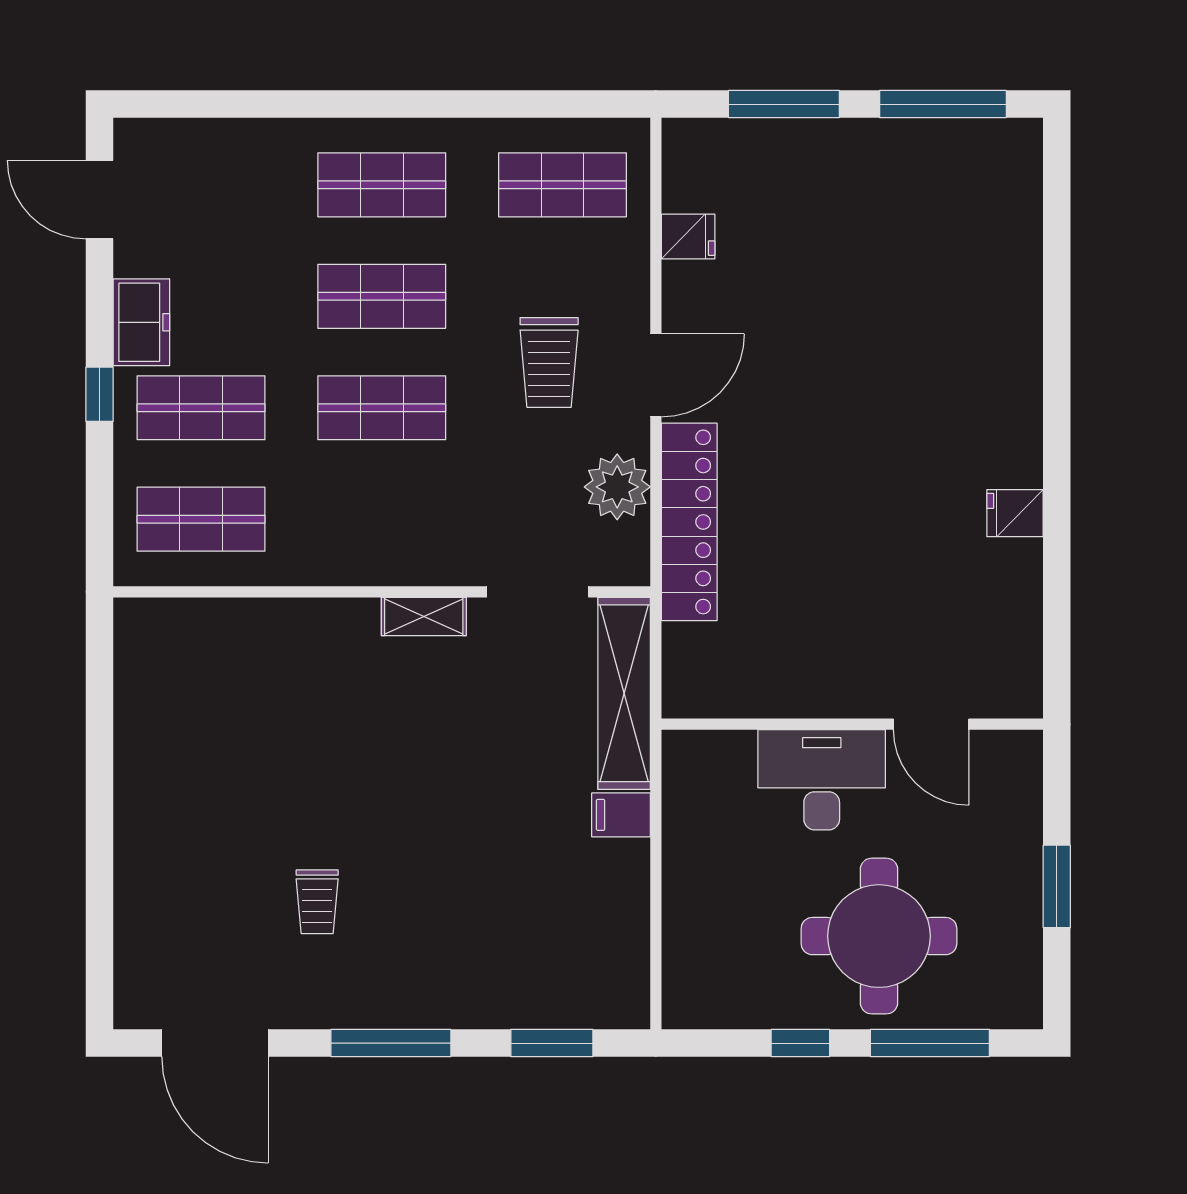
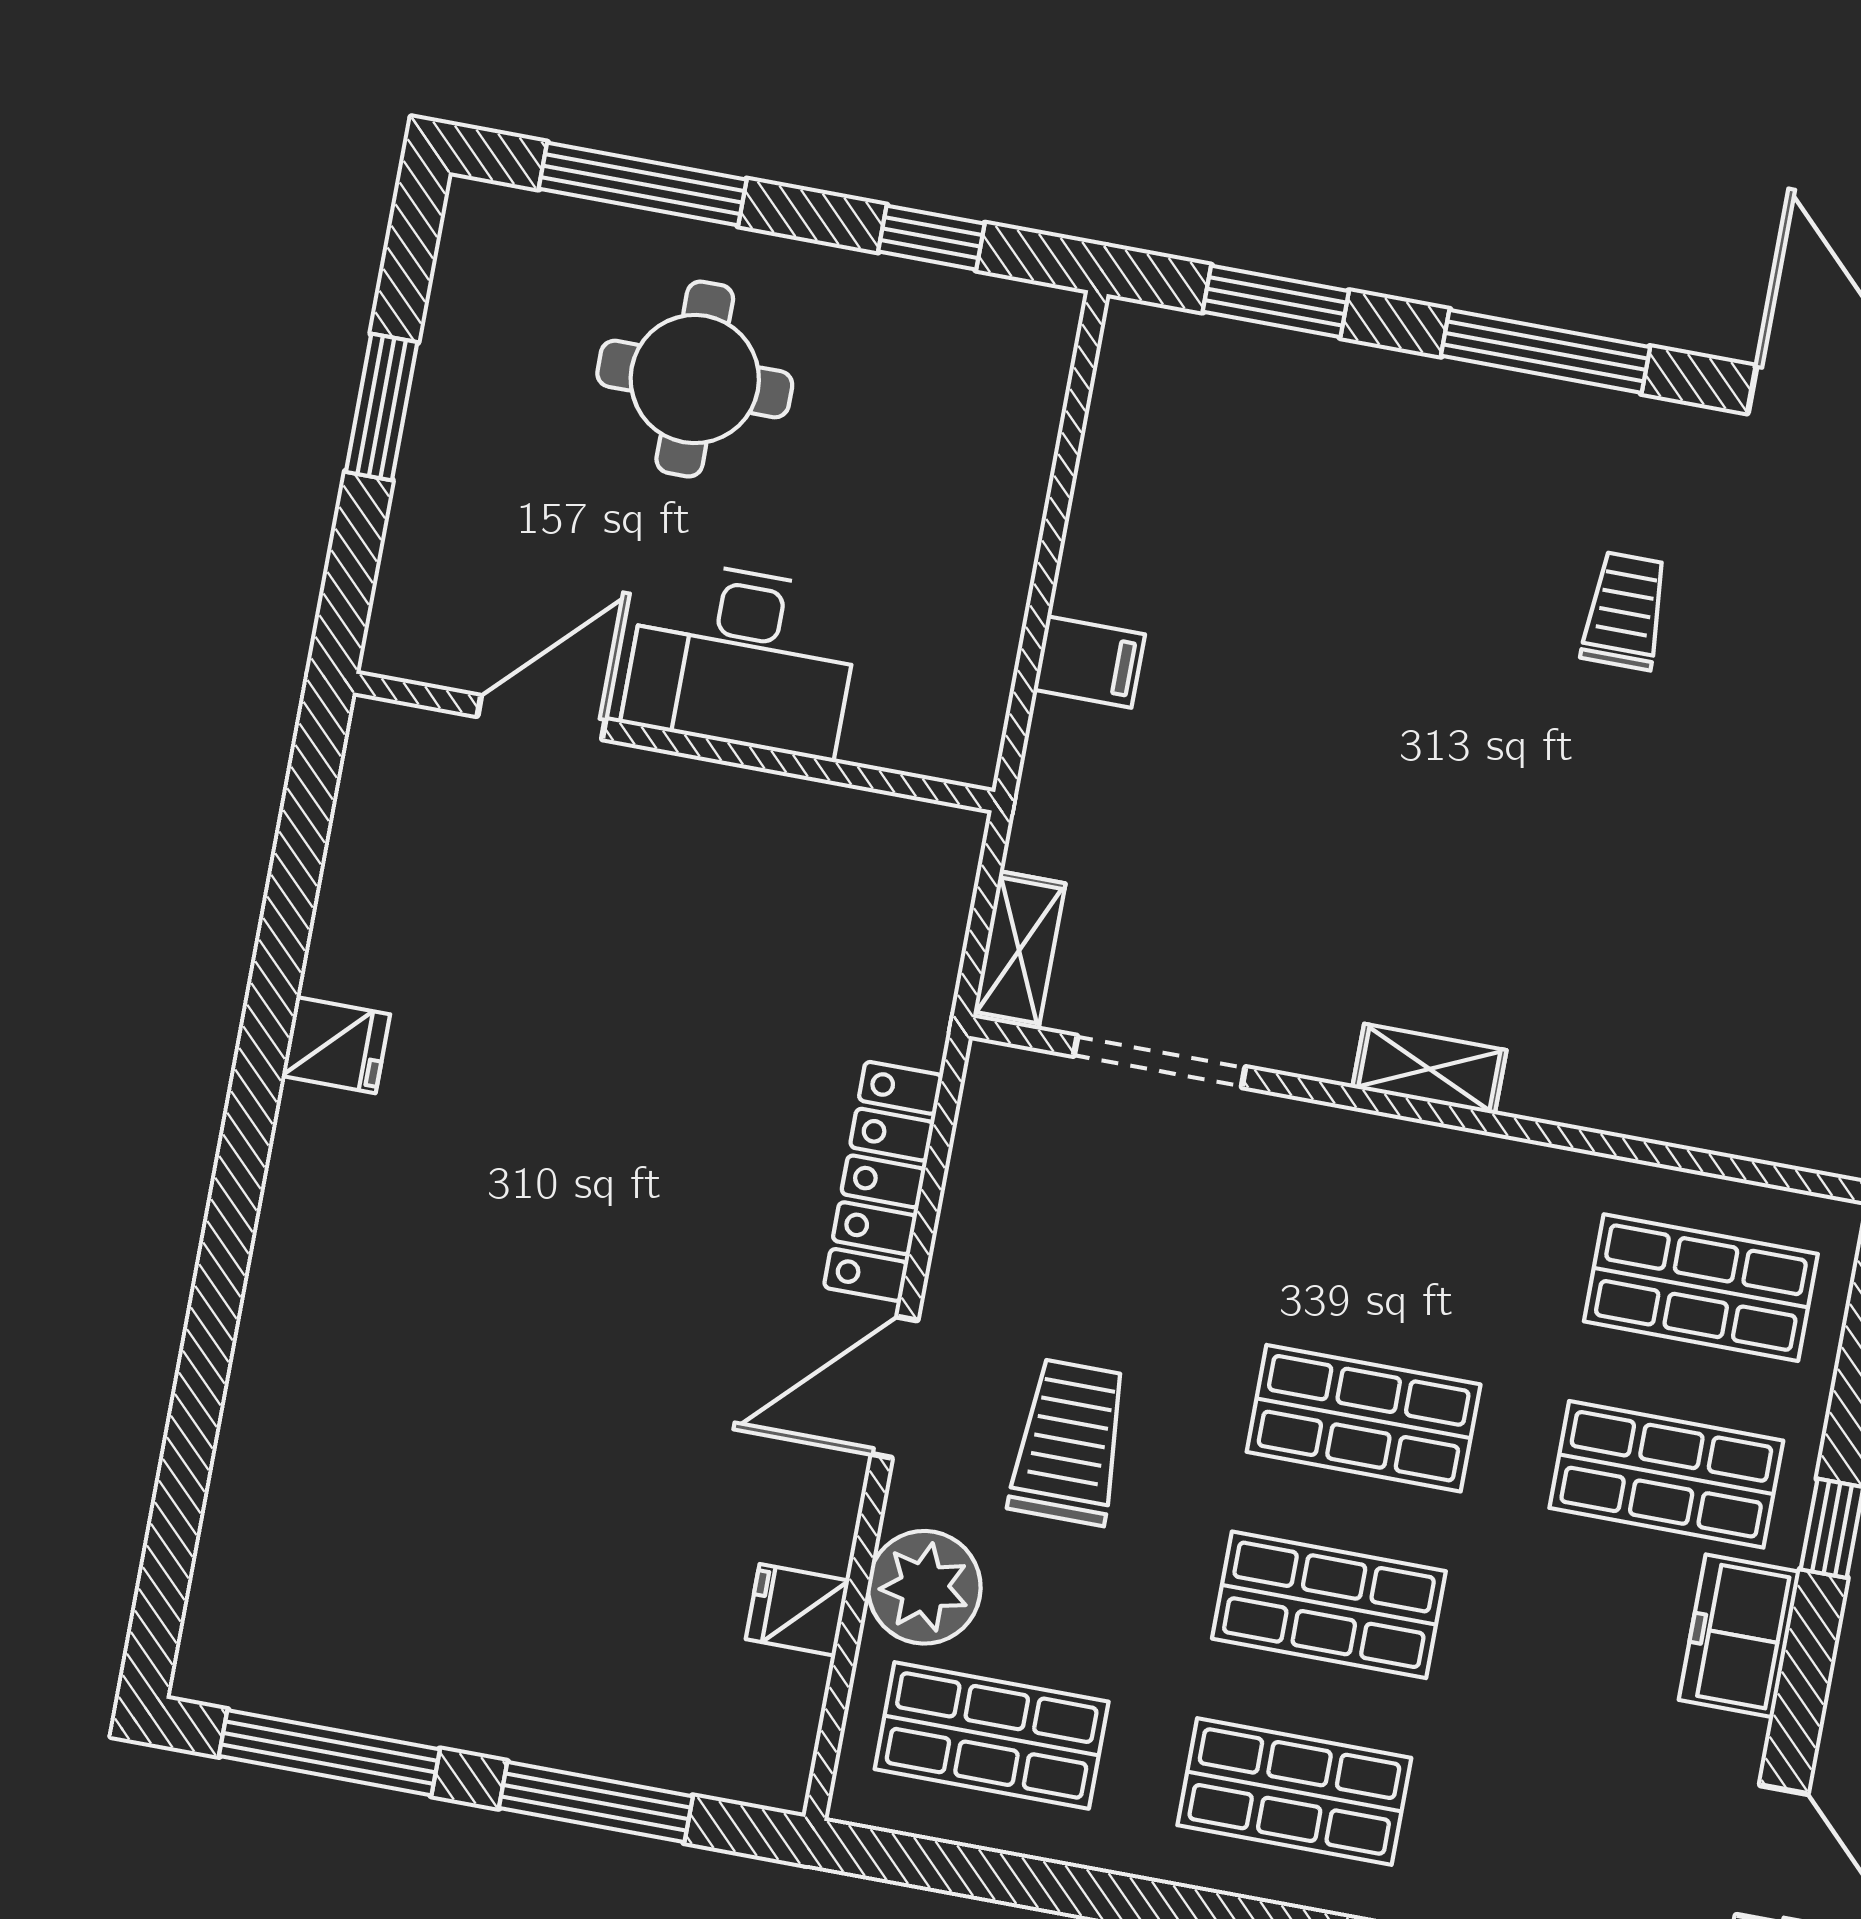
plant: (617, 487) -> (924, 1587), moved
locker: (689, 522) -> (883, 1181), width x0.71, depth x0.83
shelving: (424, 616) -> (1429, 1069), moved
shelving: (624, 693) -> (1019, 950), width x0.45, depth x0.75
door: (931, 724) -> (542, 718), hinge flipped
round table: (879, 936) -> (695, 379), width x0.73, depth x0.73
window: (800, 1043) -> (931, 238), moved

